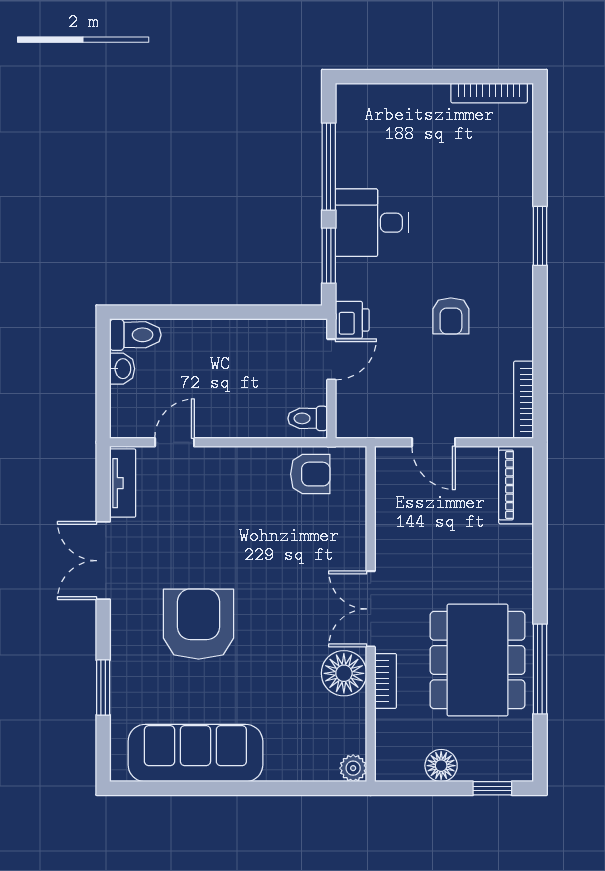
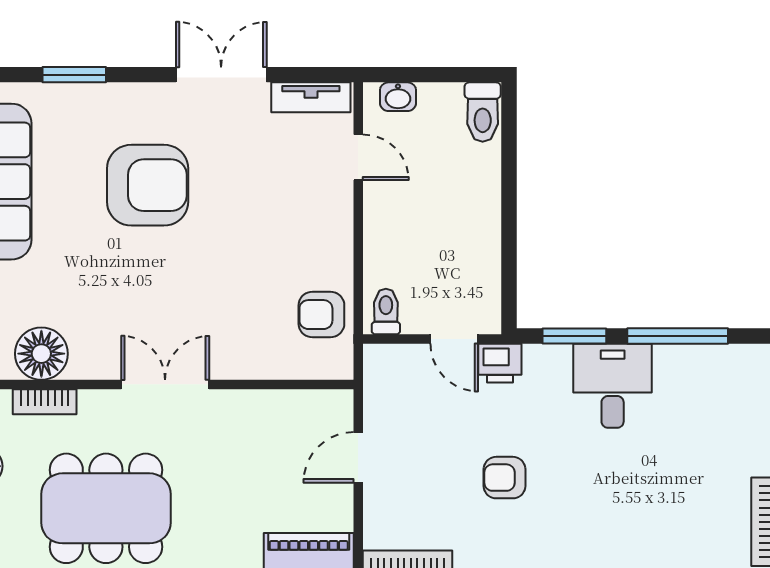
washbasin: (122, 369) -> (398, 97), moved
armchair: (310, 474) -> (321, 315), turned 90
floor lamp: (344, 673) -> (41, 354), moved
bookcase: (385, 681) -> (45, 402), moved

